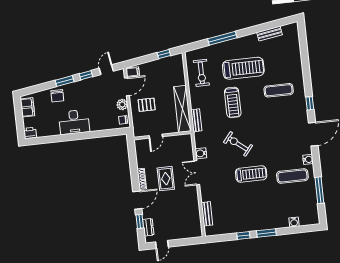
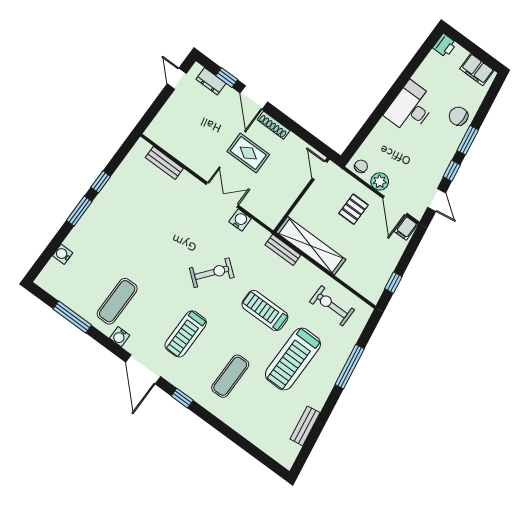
door: (156, 136) -> (320, 170), moved
treadmill: (251, 174) -> (186, 334), moved

